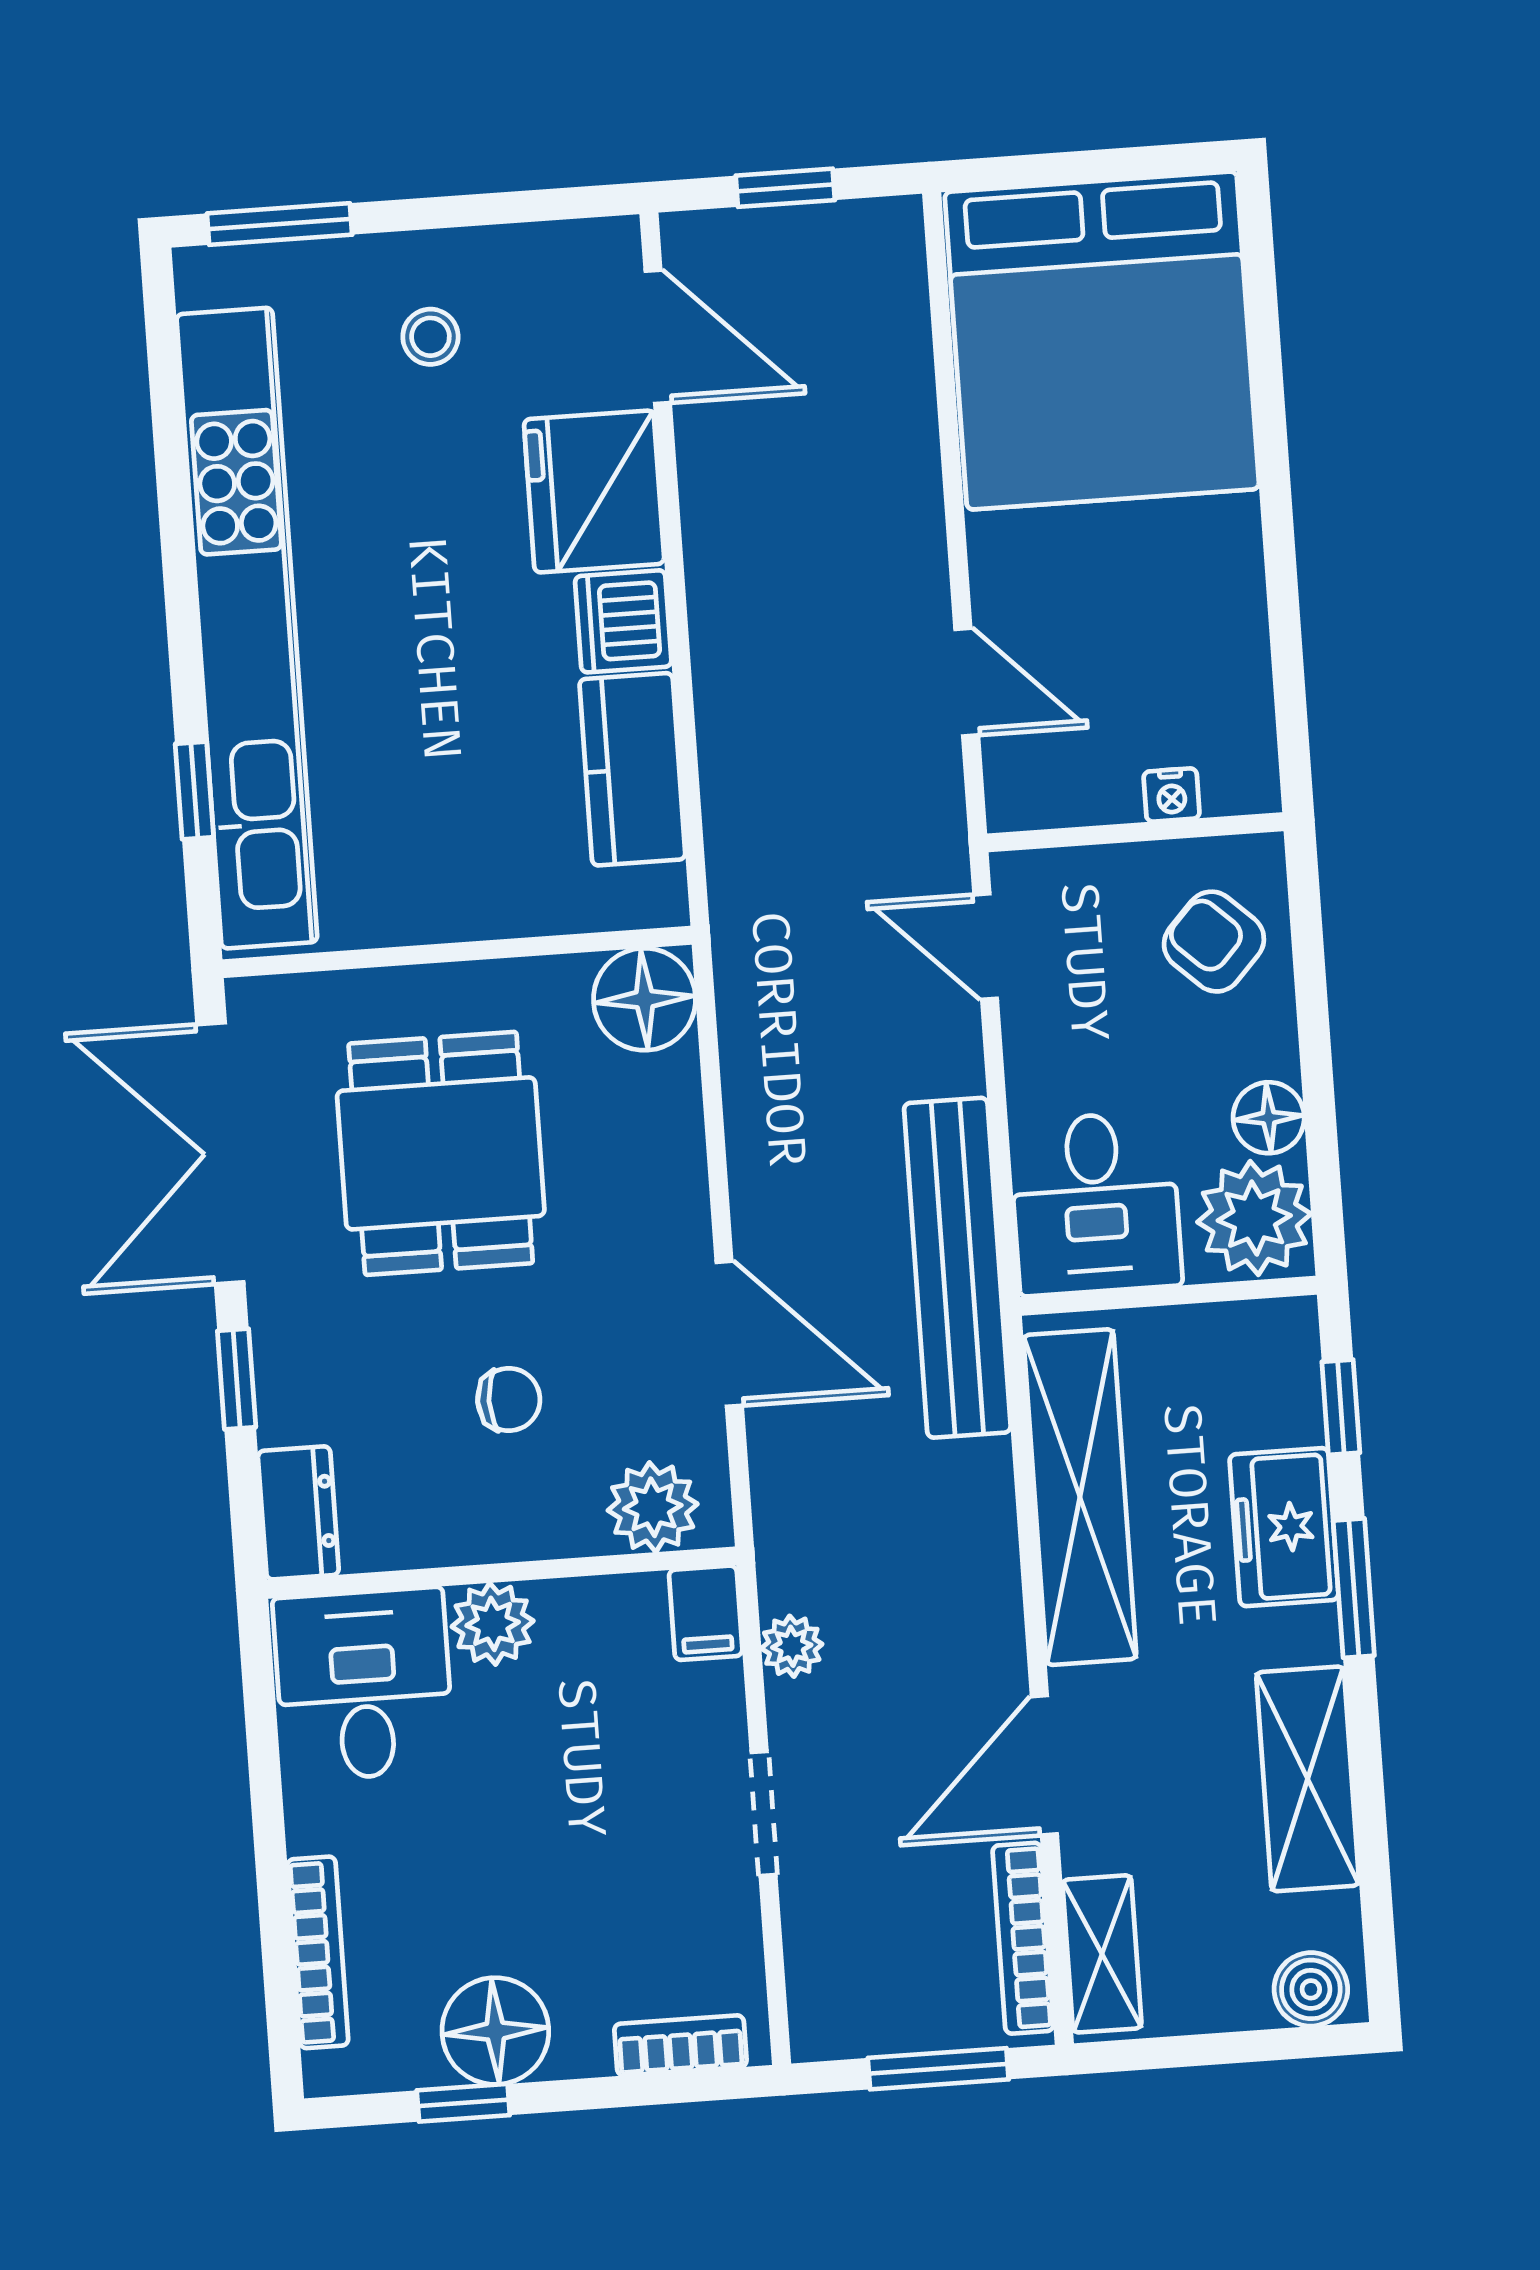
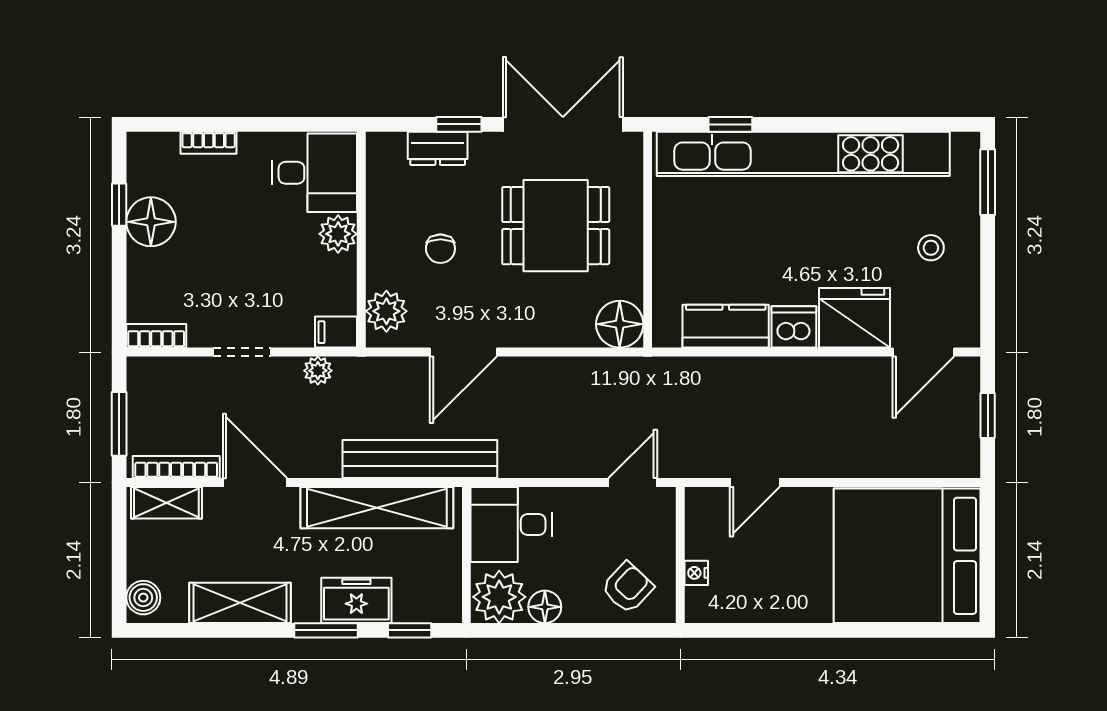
bench: (957, 1268) -> (420, 459), moved
dresser: (298, 1513) -> (438, 148), moved
bookcase: (318, 1952) -> (209, 143), width x0.64
bookcase: (680, 2045) -> (156, 336), moved, turned -90

